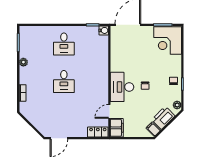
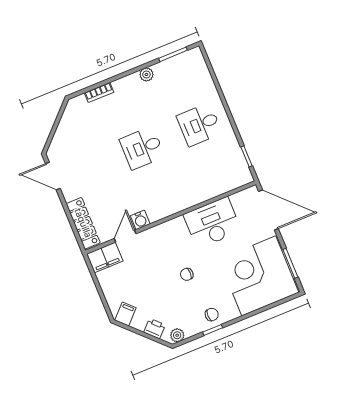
water cooler: (104, 30) -> (140, 220), moved
corner desk: (168, 40) -> (259, 276), width x1.36, depth x1.36
desk: (122, 87) -> (212, 223), moved
door: (109, 111) -> (125, 236), hinge flipped
printer: (163, 118) -> (155, 329), width x0.53, depth x0.68
locker: (98, 132) -> (83, 223), width x1.53

